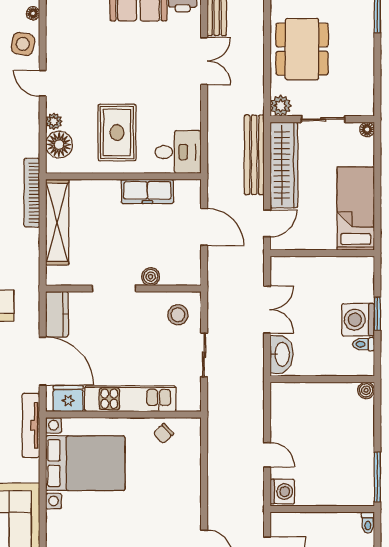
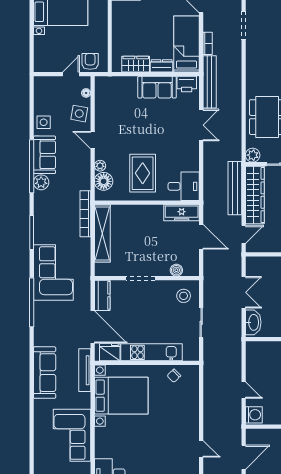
freezer: (147, 191) -> (182, 213), moved
boiler: (151, 277) -> (176, 270), moved

